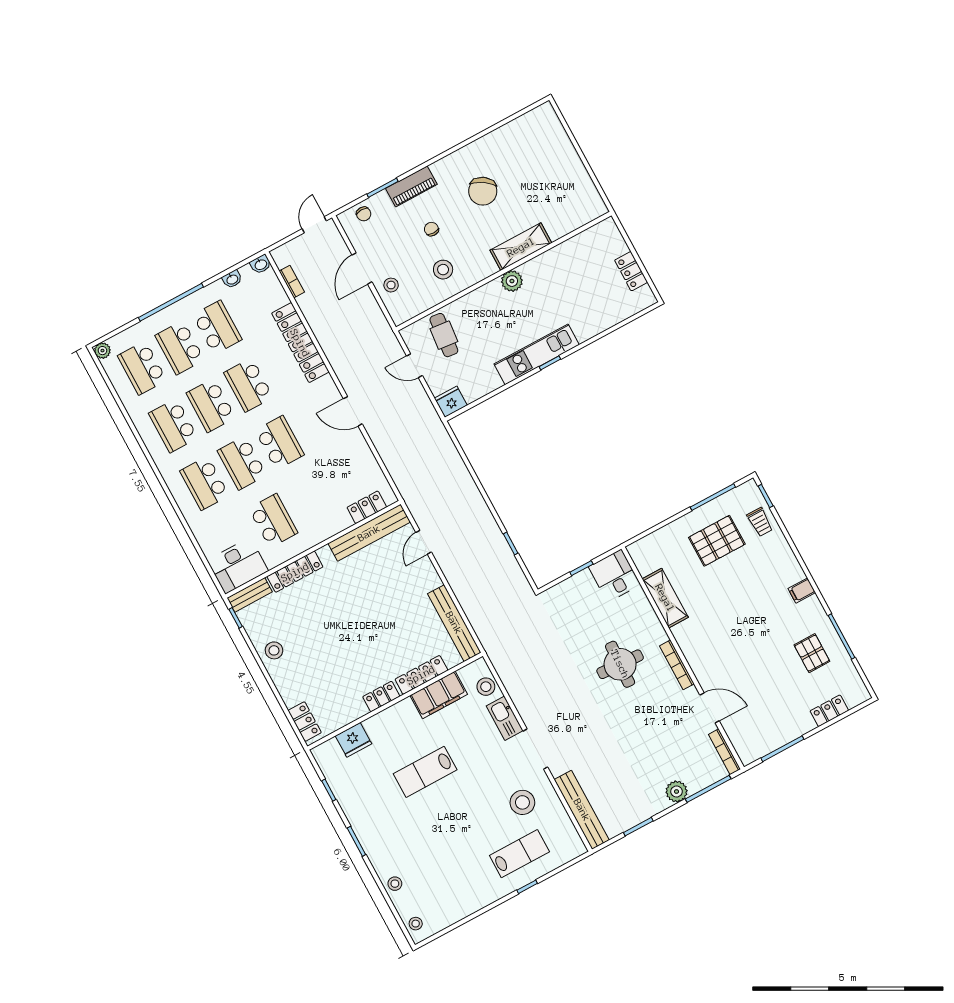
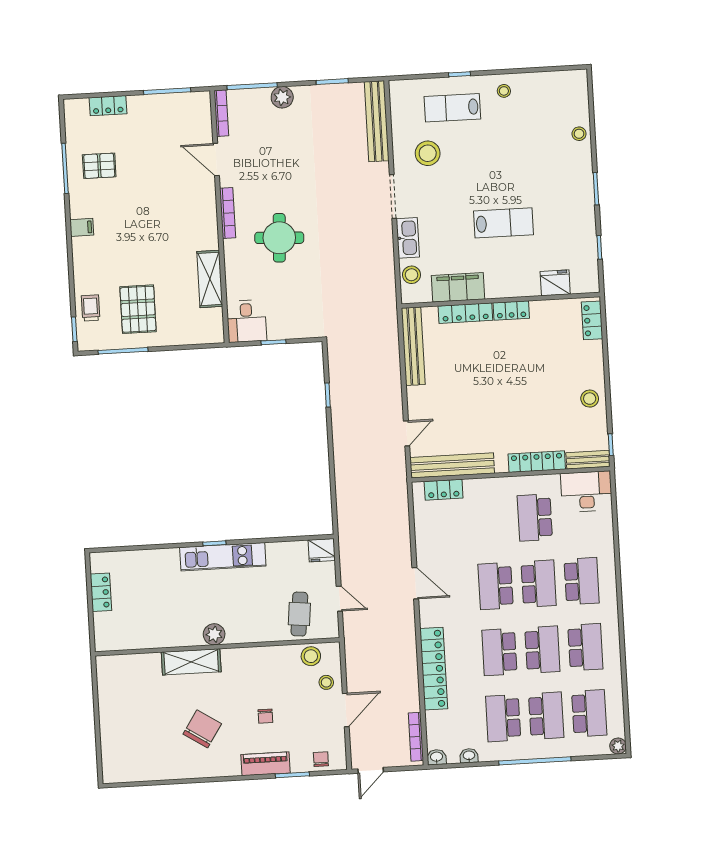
stool: (443, 270) -> (311, 656), moved
bookcase: (292, 282) -> (416, 737), width x1.56
school desk: (248, 385) -> (499, 652), turned 180
pallet: (717, 541) -> (138, 309), turned 90
pallet: (812, 653) -> (99, 166), turned 90
stool: (416, 924) -> (504, 91), moved

